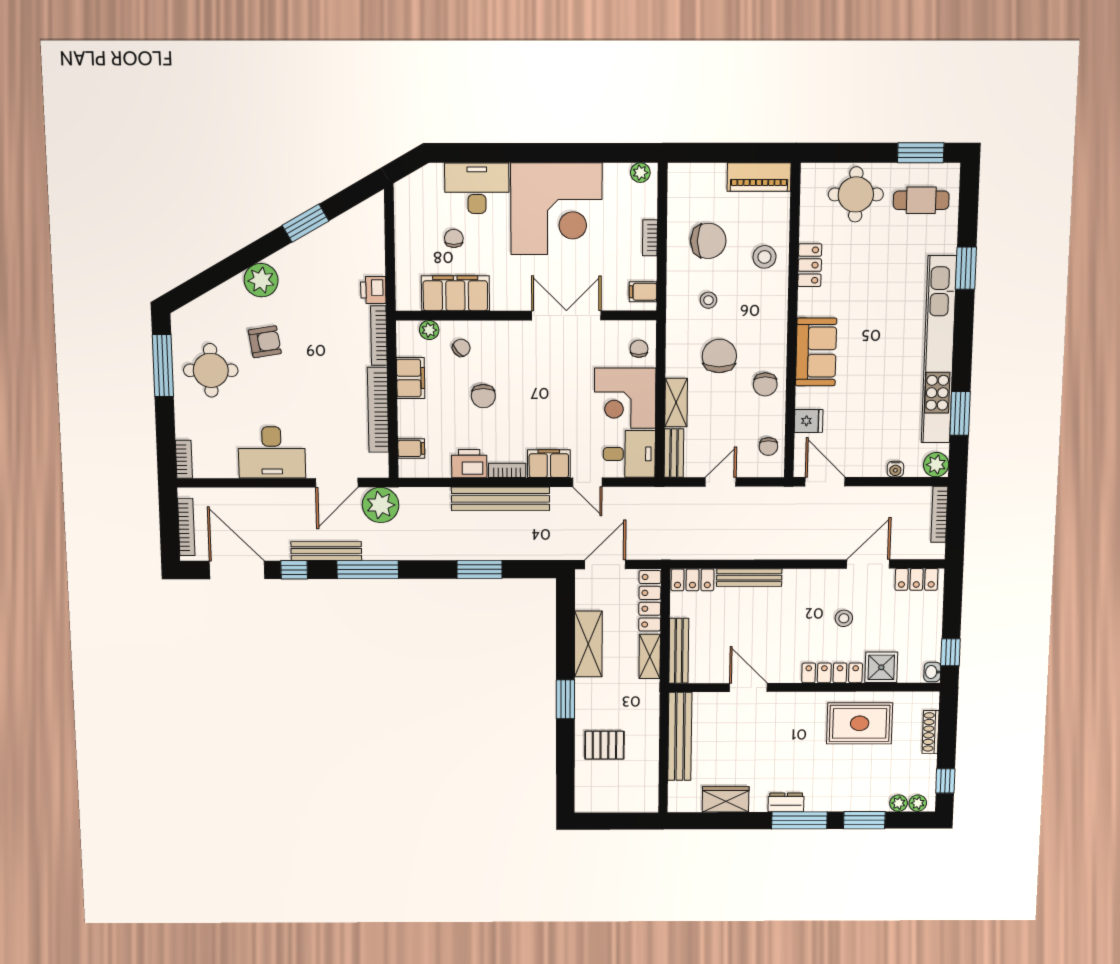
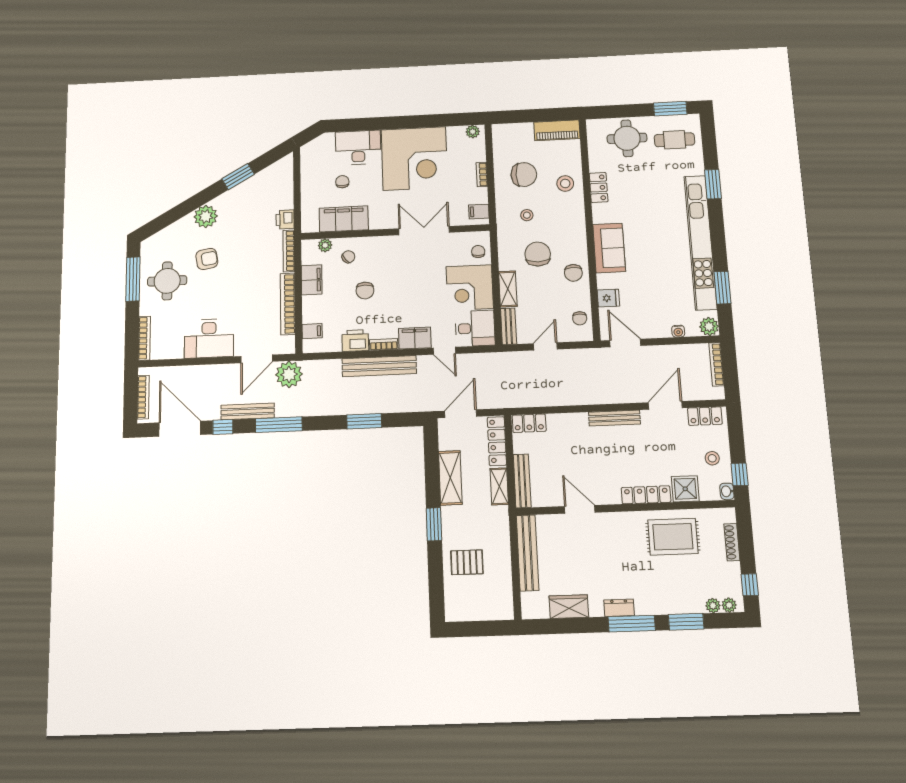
bookcase: (184, 459) -> (144, 338), width x1.56
bench: (749, 578) -> (614, 418), moved
stool: (844, 618) -> (712, 458), moved

